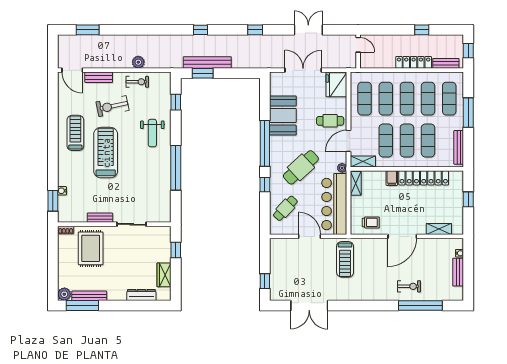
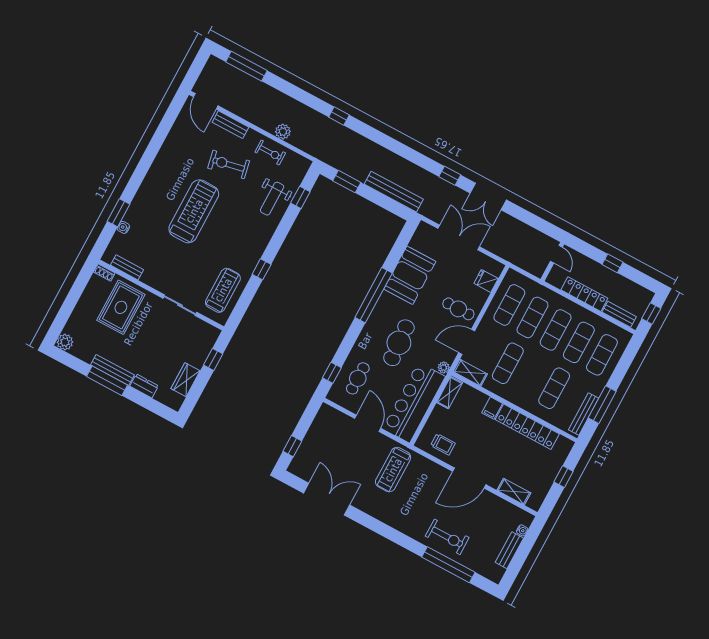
window: (88, 30) -> (246, 66), width x1.44
window: (200, 30) -> (339, 116), moved
window: (255, 30) -> (450, 176), moved
double door: (308, 30) -> (488, 196), swing flipped
door: (358, 45) -> (556, 254), moved
wall: (358, 52) -> (552, 262), moved
bench: (207, 62) -> (394, 192), moved
fridge: (336, 85) -> (486, 281), width x0.53, depth x0.75
window: (468, 113) -> (602, 405), moved
treadmill: (75, 133) -> (223, 290), moved
weight bench: (152, 133) -> (272, 199), moved
exercise mat: (407, 140) -> (531, 376), removed
cafe table: (301, 167) -> (399, 343), turned -51
window: (176, 168) -> (262, 269), width x0.32
window: (265, 185) -> (332, 373), moved
window: (53, 201) -> (118, 213), moved
cafe table: (285, 208) -> (358, 378), turned -43
bench: (100, 218) -> (127, 267), moved
exercise bike: (409, 286) -> (447, 537), width x1.38, depth x1.39
dresser: (141, 295) -> (144, 386), width x0.70
bench: (89, 296) -> (112, 370), moved
window: (82, 306) -> (107, 381), moved
double door: (309, 306) -> (327, 499), swing flipped

